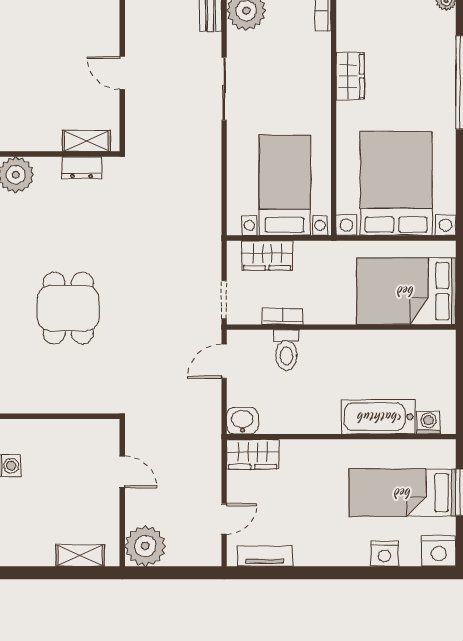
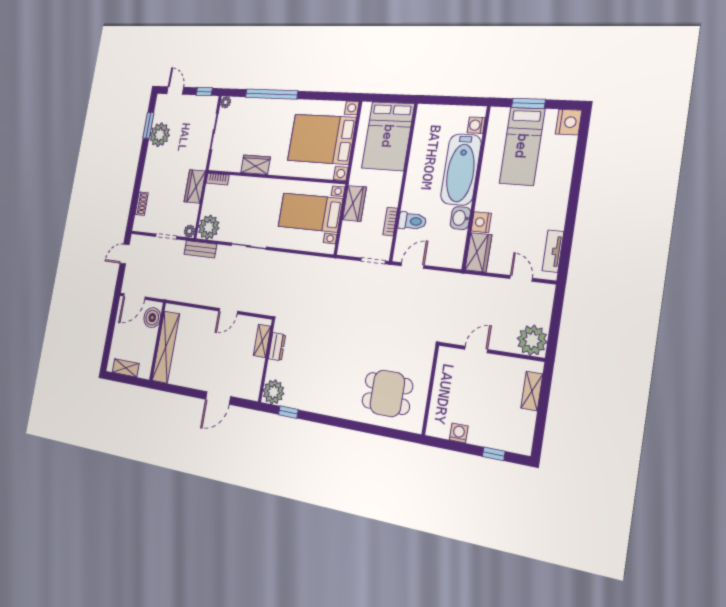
wardrobe: (267, 255) -> (354, 203), moved
dining table: (68, 308) -> (387, 393), moved
door: (224, 361) -> (412, 266), swing flipped
bathtub: (378, 417) -> (461, 169), width x1.36, depth x1.36
washbasin: (242, 421) -> (460, 218), moved
nightstand: (384, 554) -> (481, 222), moved, turned 180

